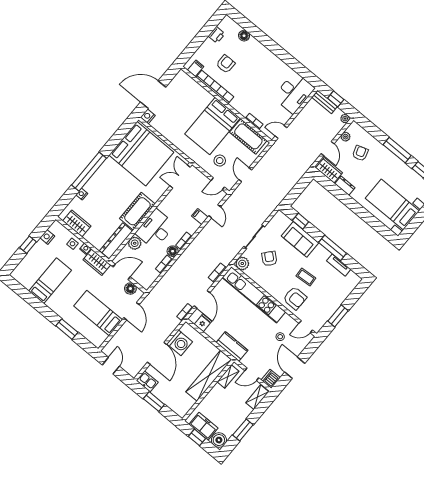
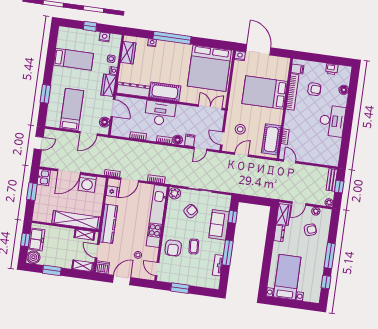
desk: (294, 93) -> (332, 121), moved, turned -90
bed: (212, 126) -> (265, 93), moved
plant: (135, 243) -> (140, 104), removed
floor lamp: (173, 251) -> (178, 140), moved
kitchen counter: (232, 346) -> (109, 224), width x1.50

